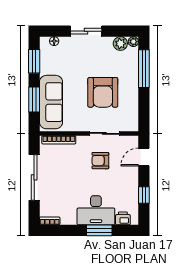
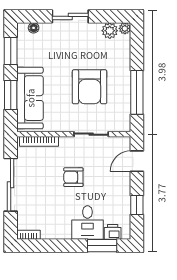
window: (144, 69) -> (137, 92), moved
armchair: (100, 161) -> (73, 177), moved
desk: (96, 210) -> (87, 222), width x0.73
window: (99, 230) -> (102, 246), moved

